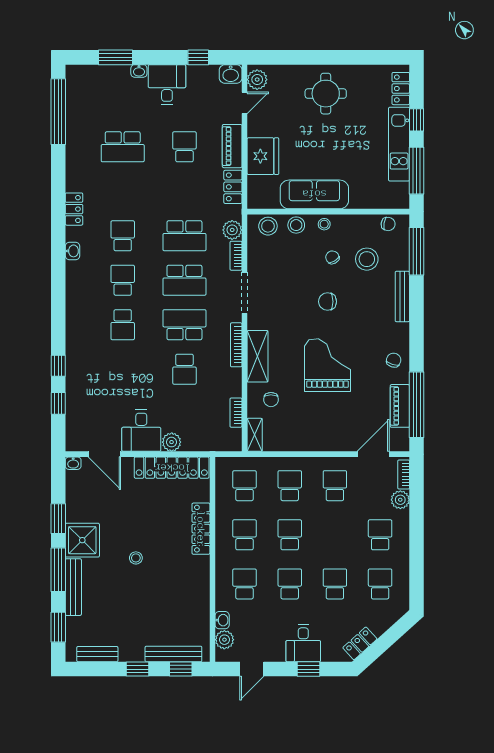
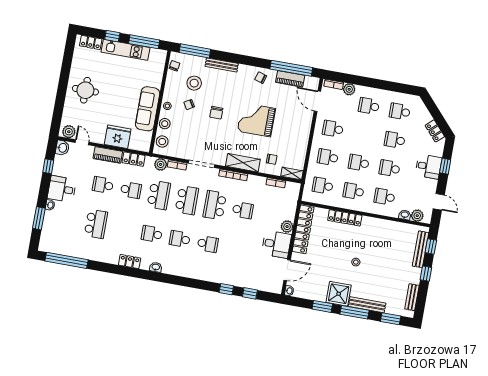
school desk: (184, 191) -> (131, 190), added

